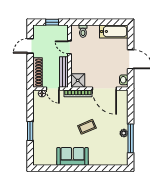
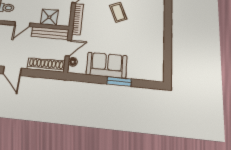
shower: (78, 80) -> (49, 17), moved
sofa: (72, 156) -> (107, 65), moved, turned 90

